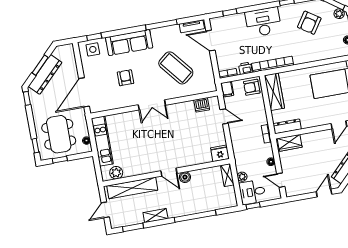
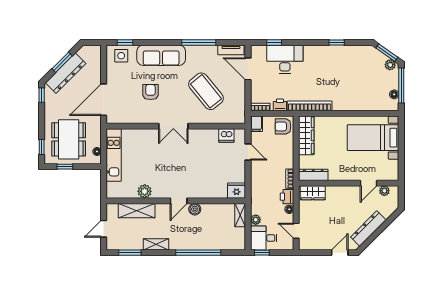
desk: (263, 22) -> (285, 59), moved
armchair: (309, 23) -> (357, 69), removed
printer: (267, 151) -> (287, 197), added
door: (169, 172) -> (179, 201), hinge flipped
plant: (116, 173) -> (145, 191), moved
shelving: (132, 188) -> (137, 211), width x0.68

